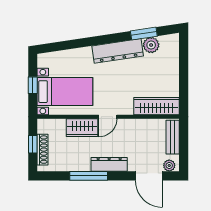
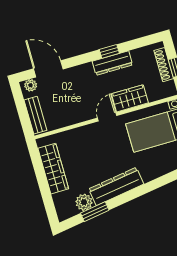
wardrobe: (156, 106) -> (53, 169), moved, turned -90
dresser: (109, 164) -> (112, 63), moved
window: (89, 176) -> (109, 51), width x0.46

